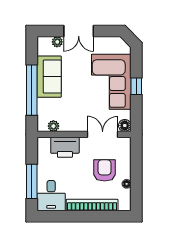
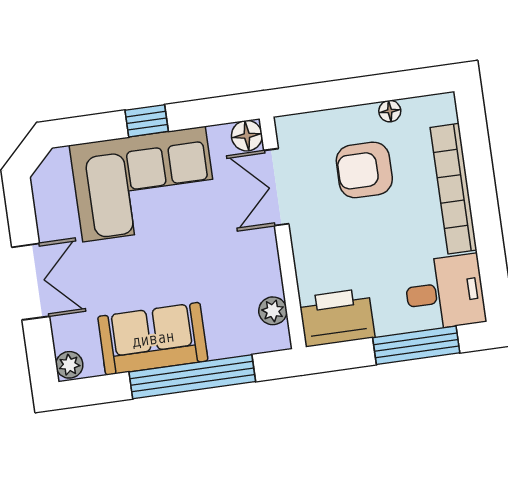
plant: (57, 42) -> (69, 365), moved
printer: (65, 147) -> (337, 317), moved, turned -90

